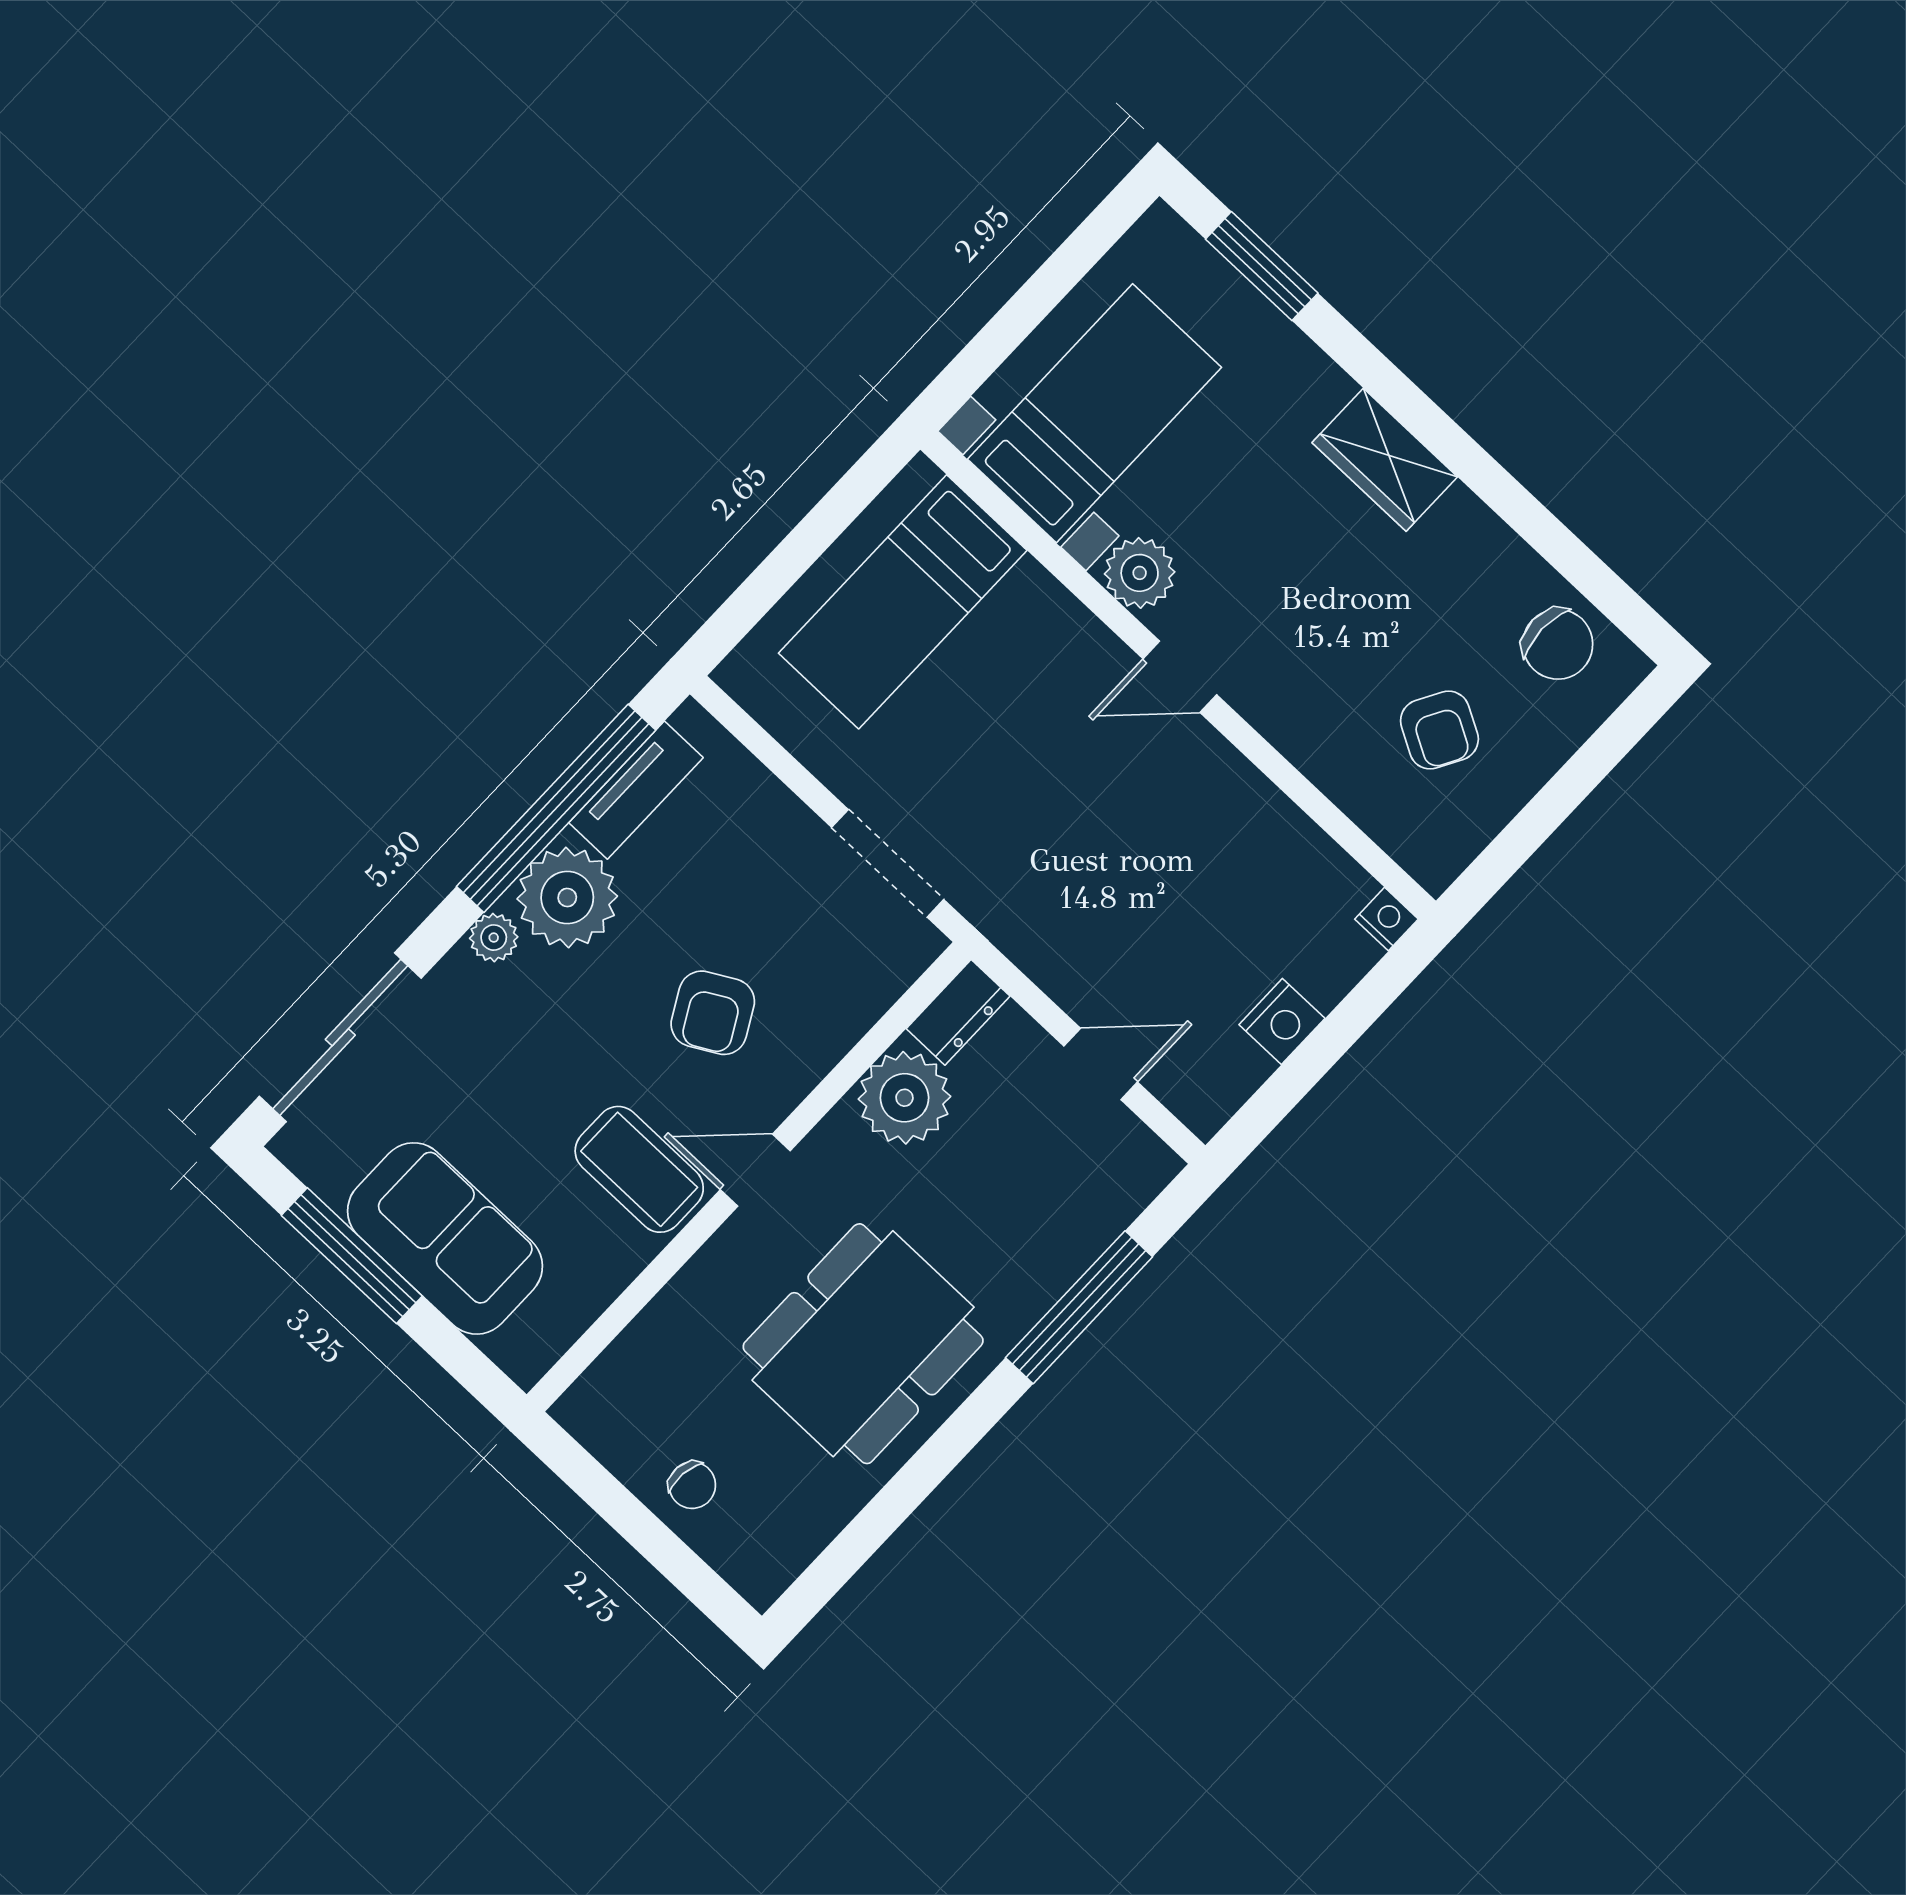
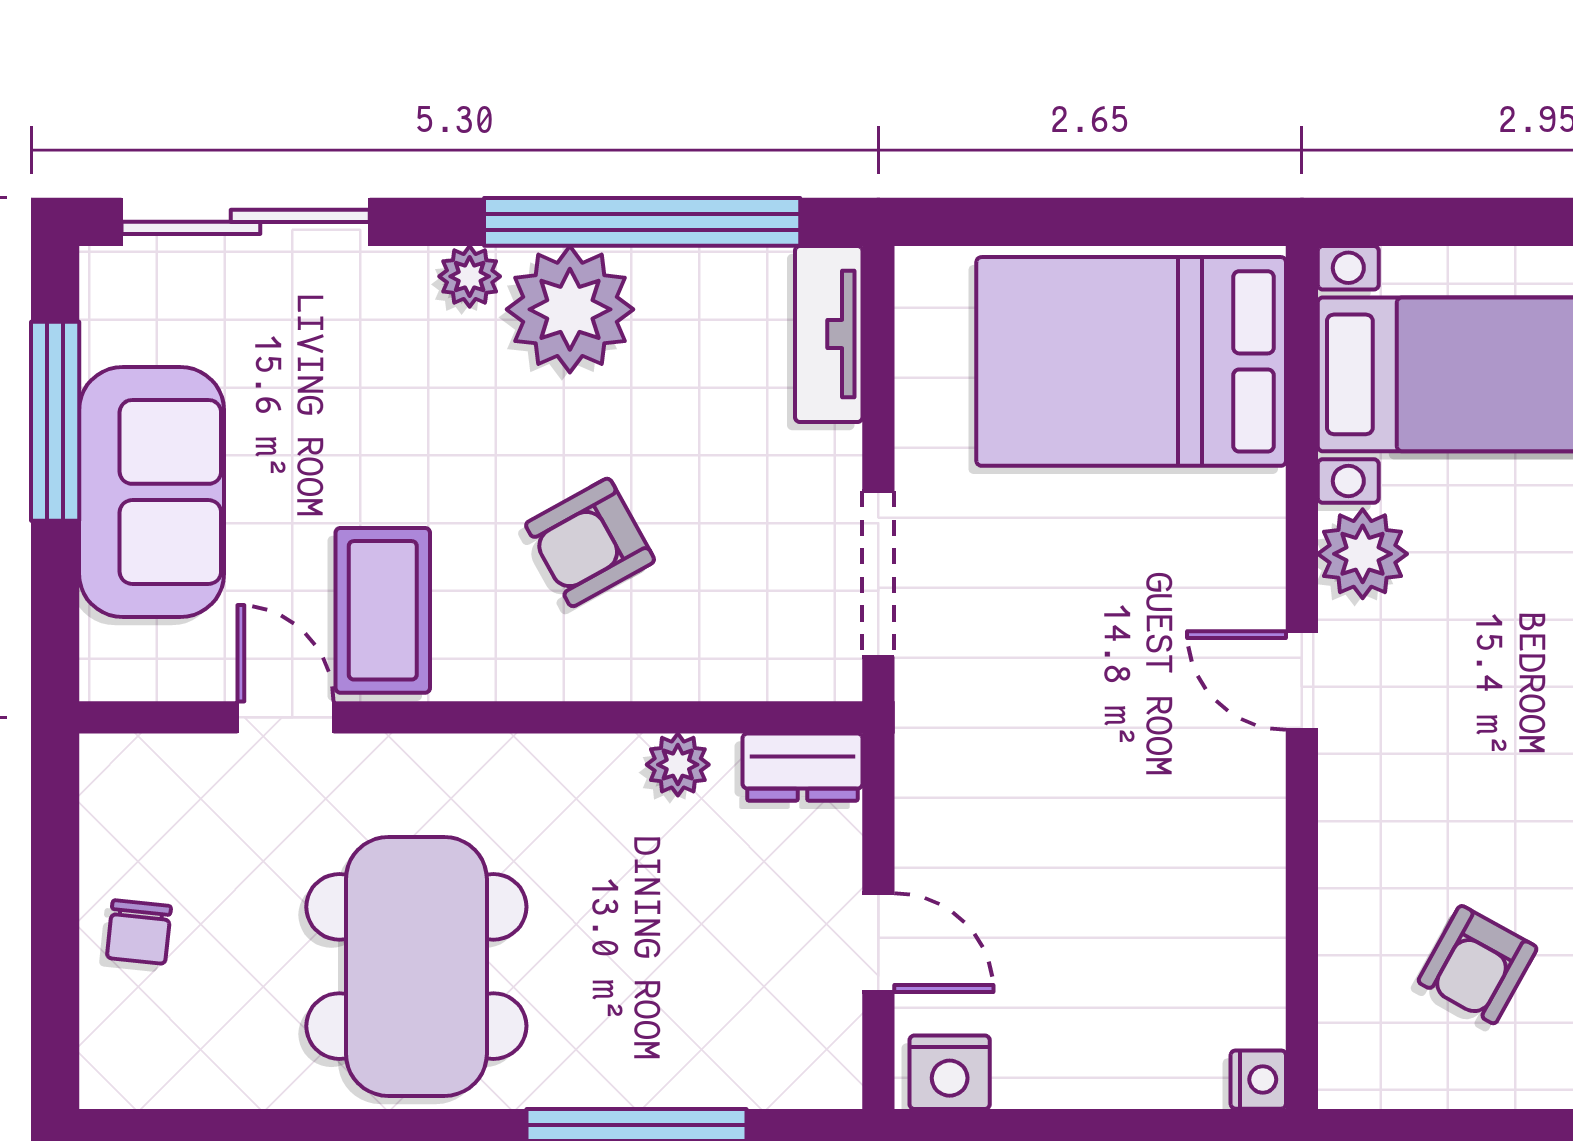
bed: (903, 602) -> (1131, 361), width x1.50
tv unit: (636, 790) -> (829, 334), moved, turned 90
nightstand: (1282, 1022) -> (950, 1072), moved
plant: (904, 1098) -> (678, 765), width x0.53, depth x0.53
door: (755, 1170) -> (285, 717), moved
dining table: (863, 1344) -> (416, 966), turned 90

